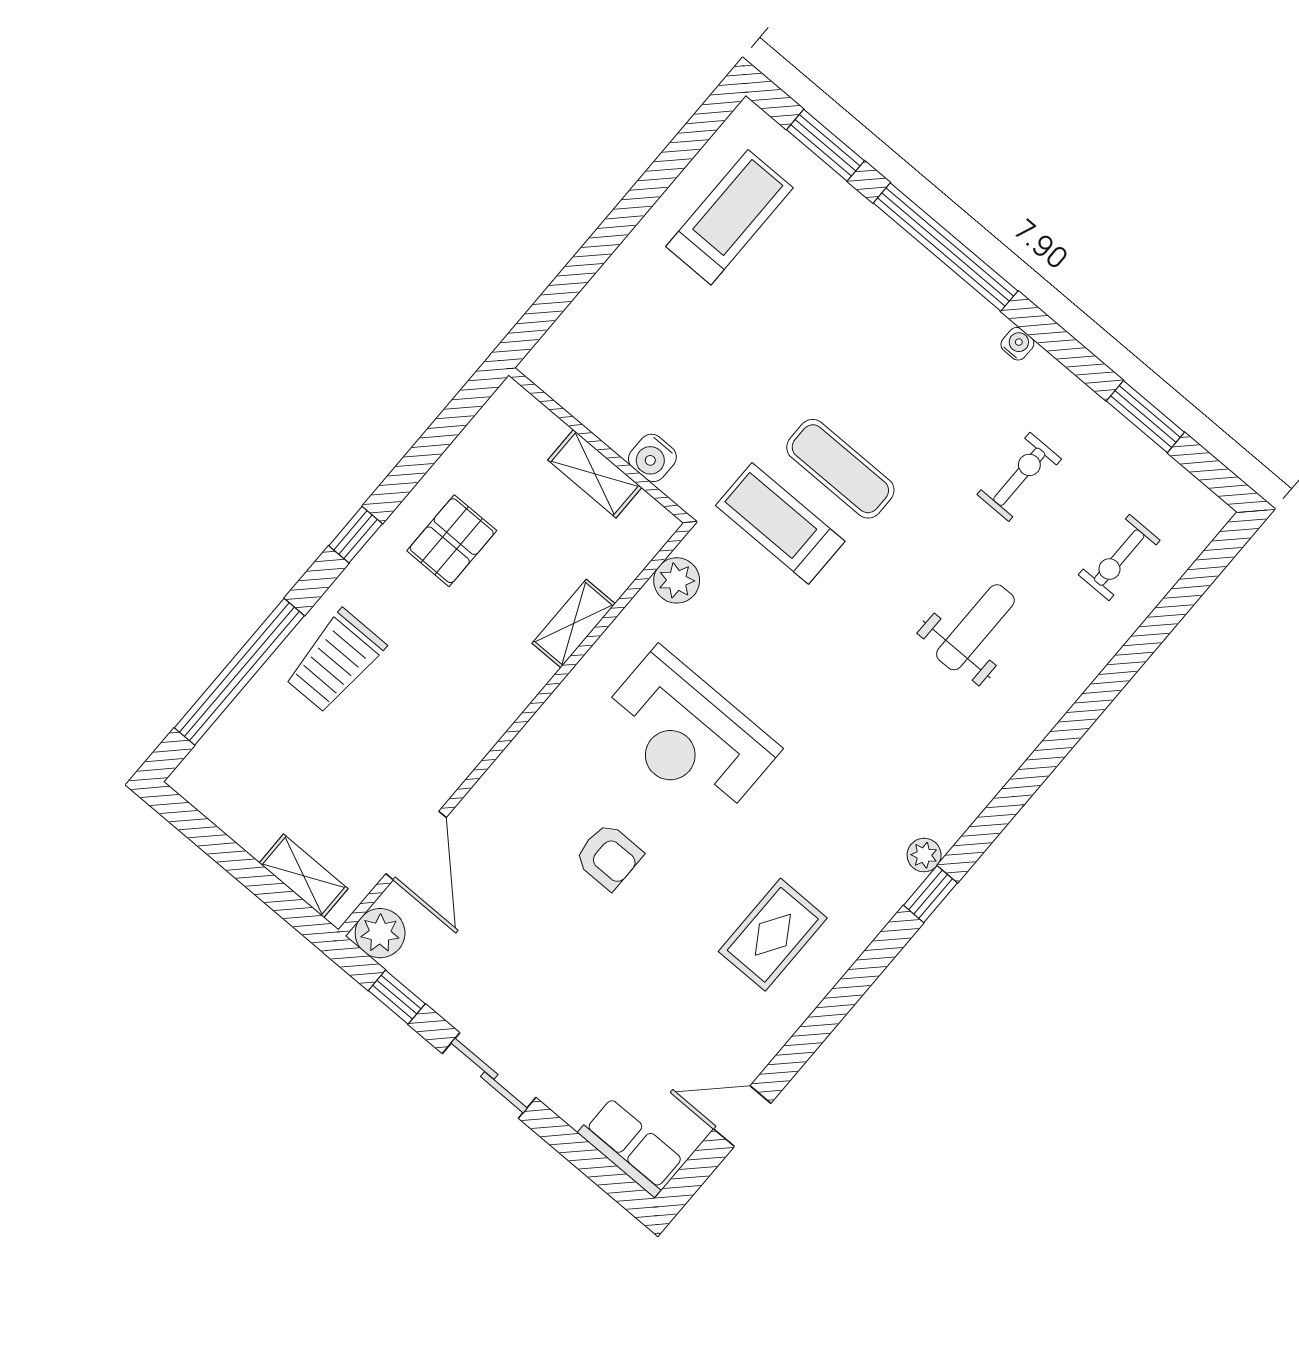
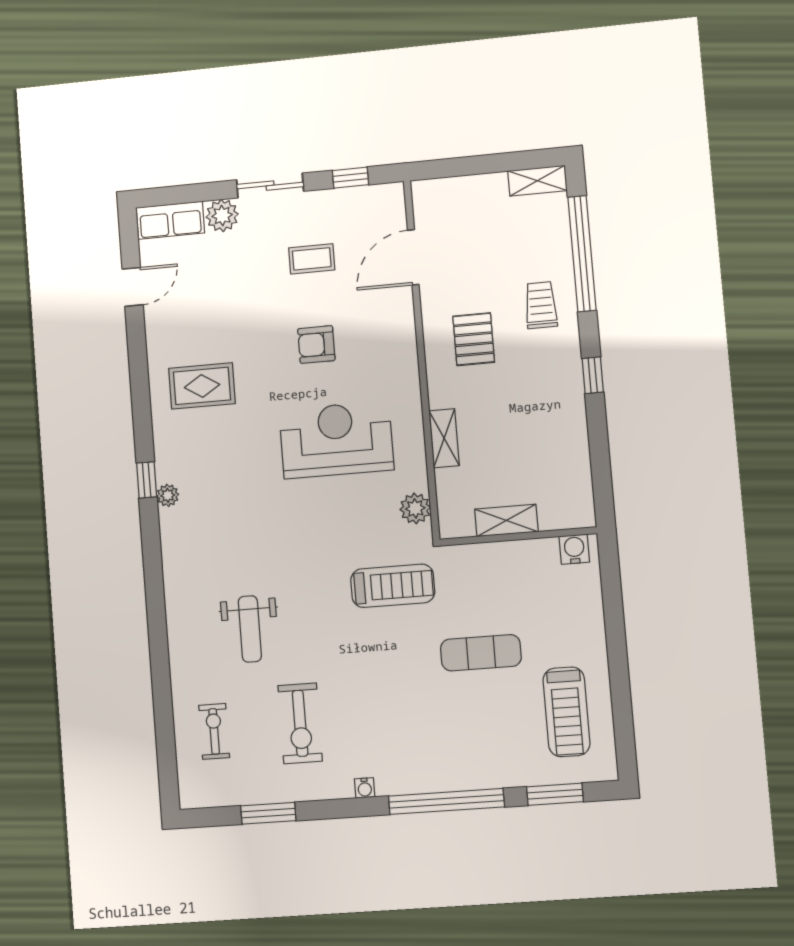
water cooler: (652, 458) -> (574, 549), moved
exercise mat: (840, 469) -> (481, 653), moved
exercise bike: (1019, 477) -> (300, 723), width x1.38, depth x1.39
pallet: (452, 541) -> (474, 339), moved
trolley: (335, 661) -> (541, 305), width x0.73, depth x0.72
door: (416, 846) -> (413, 257), hinge flipped
shelving: (304, 876) -> (537, 181), moved
plant: (380, 933) -> (222, 216), moved
rug: (773, 935) -> (202, 386), turned 90
coffee table: (523, 952) -> (312, 259), added

